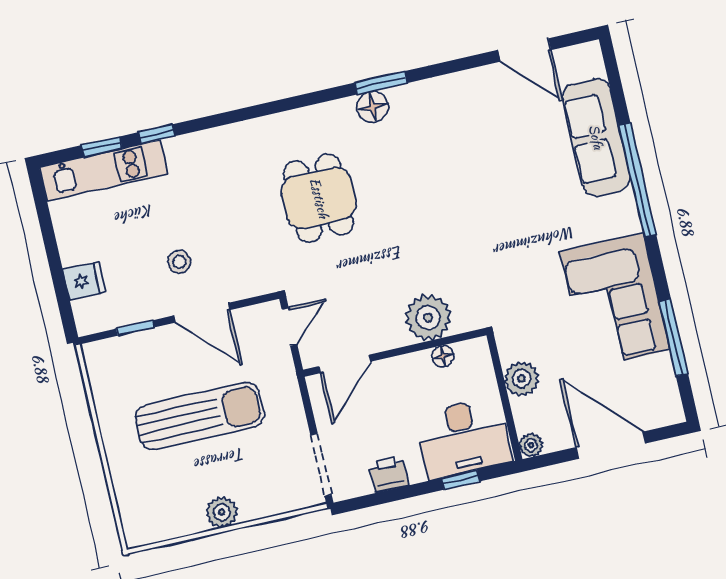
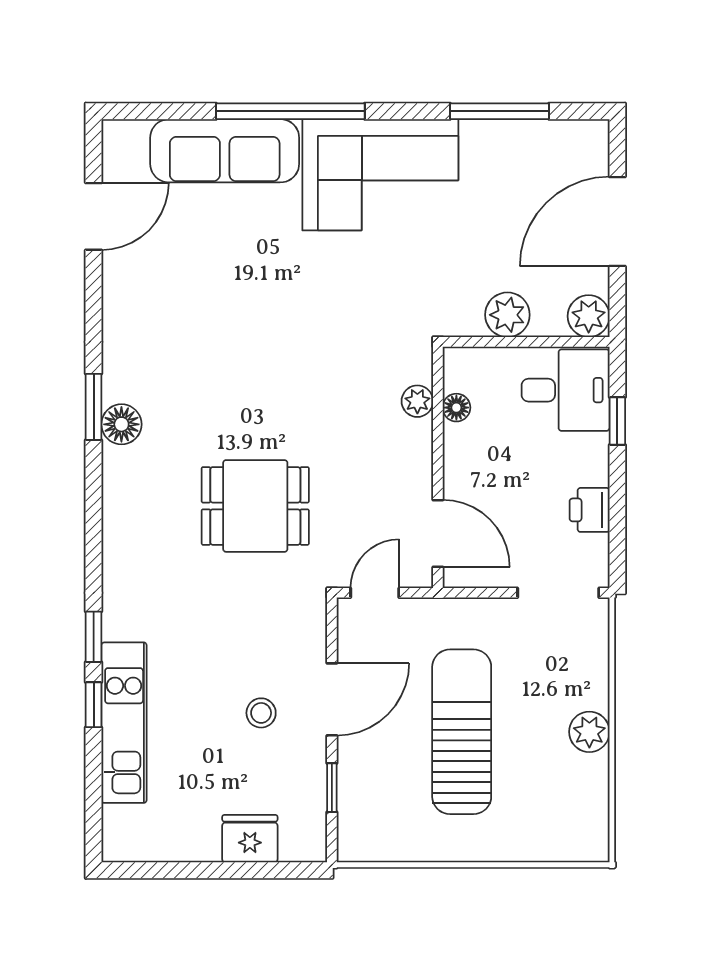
window: (102, 147) -> (94, 637), moved
kitchen unit: (103, 171) -> (124, 723), moved
dining table: (319, 198) -> (255, 506), moved
fridge: (84, 281) -> (250, 839), width x1.38
corner sofa: (615, 301) -> (380, 175), moved
plant: (428, 318) -> (417, 401), width x0.53, depth x0.53
door: (289, 327) -> (375, 593), hinge flipped
desk: (463, 438) -> (566, 390), width x0.73
plant: (531, 445) -> (589, 316), width x1.38, depth x1.38

